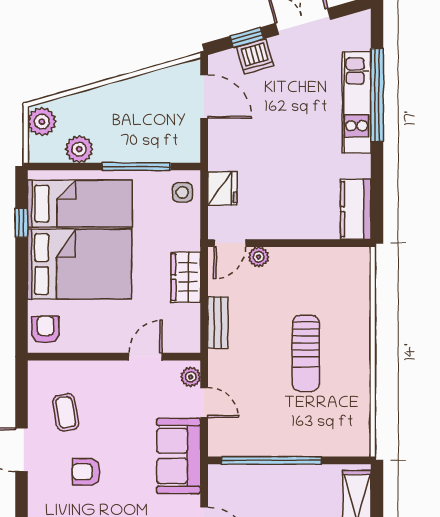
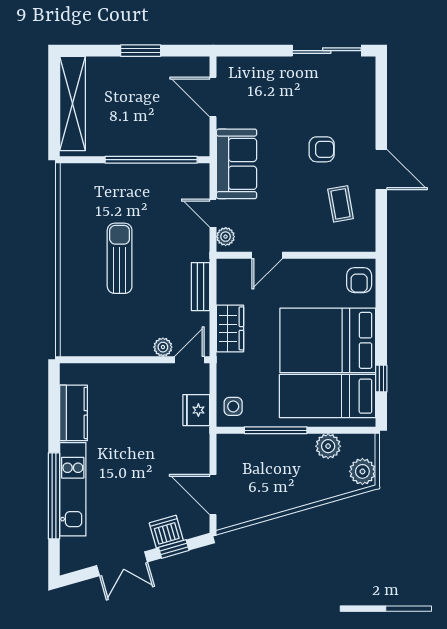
kitchen counter: (356, 209) -> (74, 413), moved

